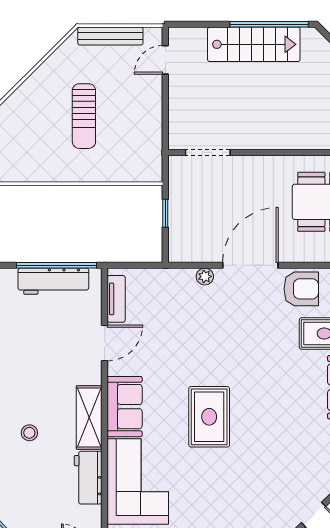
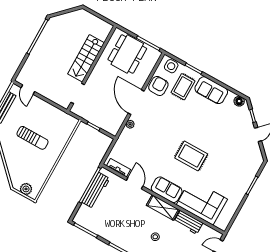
stairs: (254, 44) -> (86, 58), moved, turned 180

